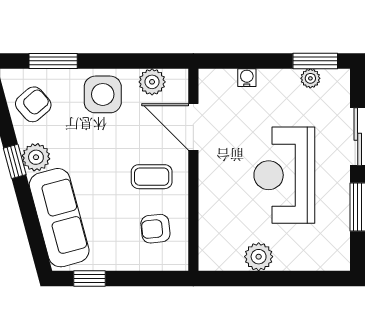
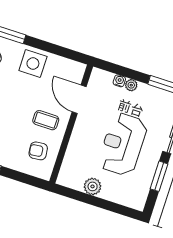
plant: (310, 78) -> (131, 85), moved
plant: (152, 82) -> (64, 65), removed

